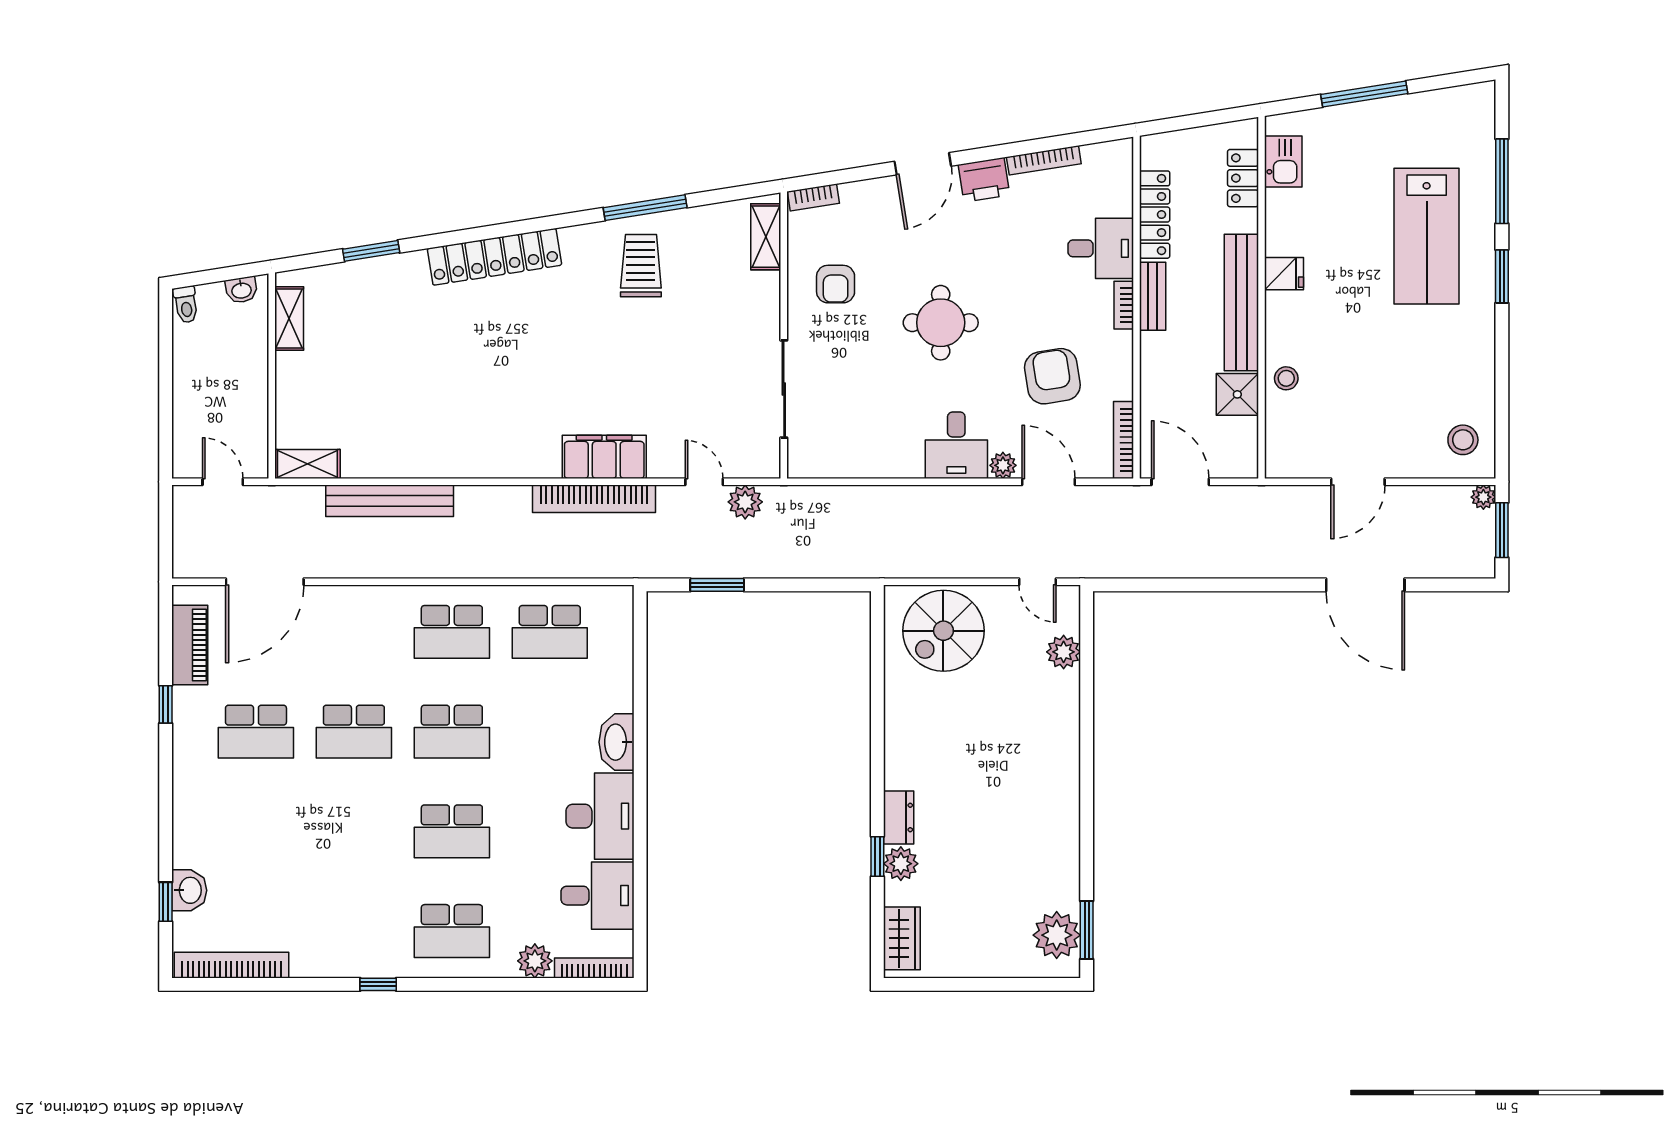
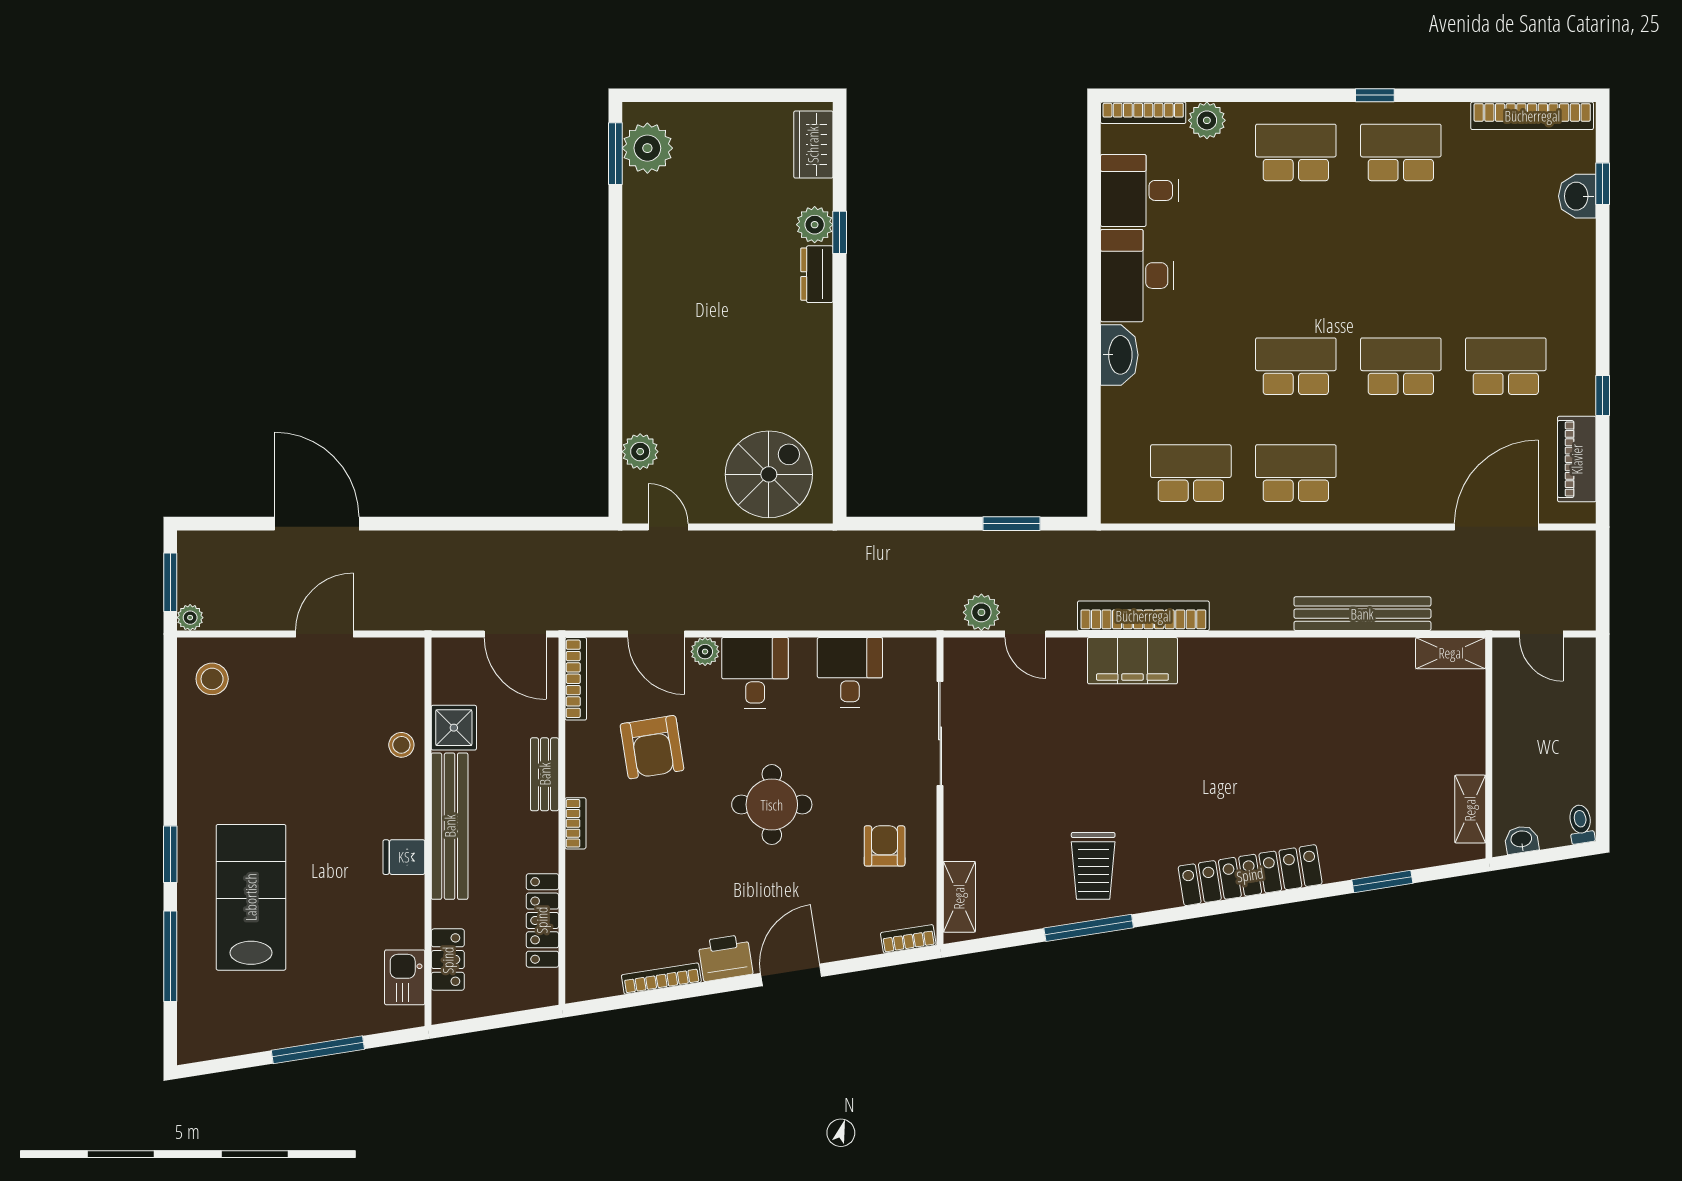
desk: (1101, 248) -> (850, 672), moved, turned 90
bench: (1153, 296) -> (545, 774), moved
school desk: (452, 831) -> (1401, 152), moved

